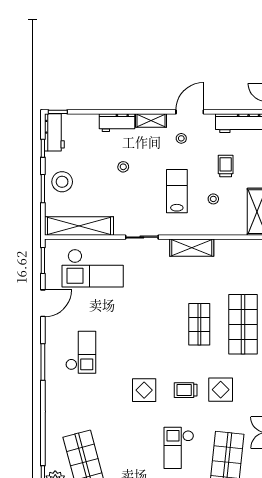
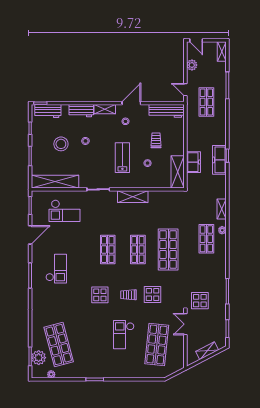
workbench: (54, 132) -> (48, 111), moved, turned 90
stool: (62, 182) -> (61, 144), moved
checkout: (93, 268) -> (64, 211), width x0.73, depth x0.83
shop shelf: (156, 324) -> (108, 249), added

